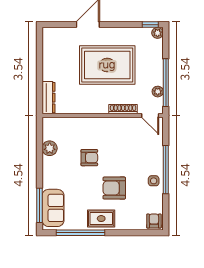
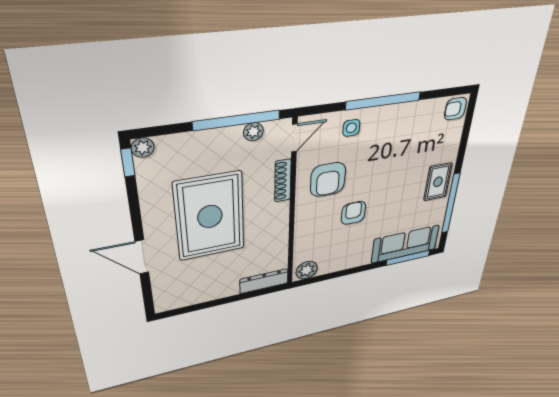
plant: (50, 148) -> (307, 270), moved
side table: (154, 181) -> (351, 128), moved
armchair: (114, 188) -> (328, 180), moved
sofa: (53, 208) -> (405, 244), width x1.36

